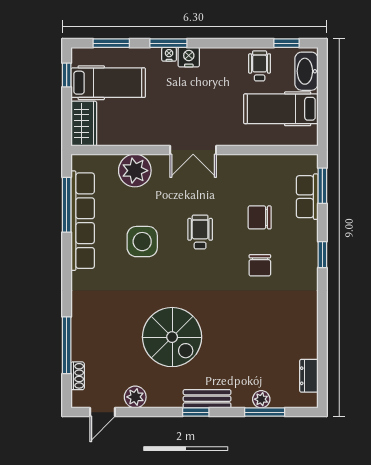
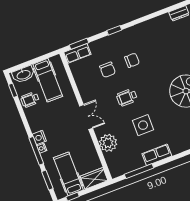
window: (168, 43) -> (36, 151), width x1.44
row of seats: (307, 197) -> (77, 53), moved
row of seats: (83, 221) -> (157, 155), width x0.50

